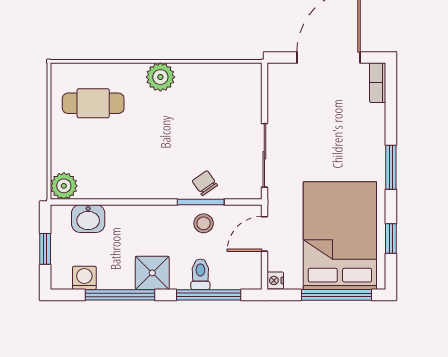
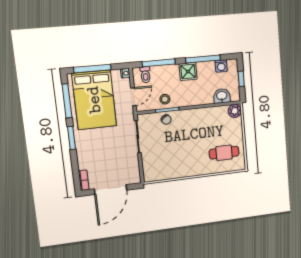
plant: (160, 77) -> (193, 169), removed
window: (391, 239) -> (67, 101), width x2.17
toilet: (200, 274) -> (145, 75), moved

